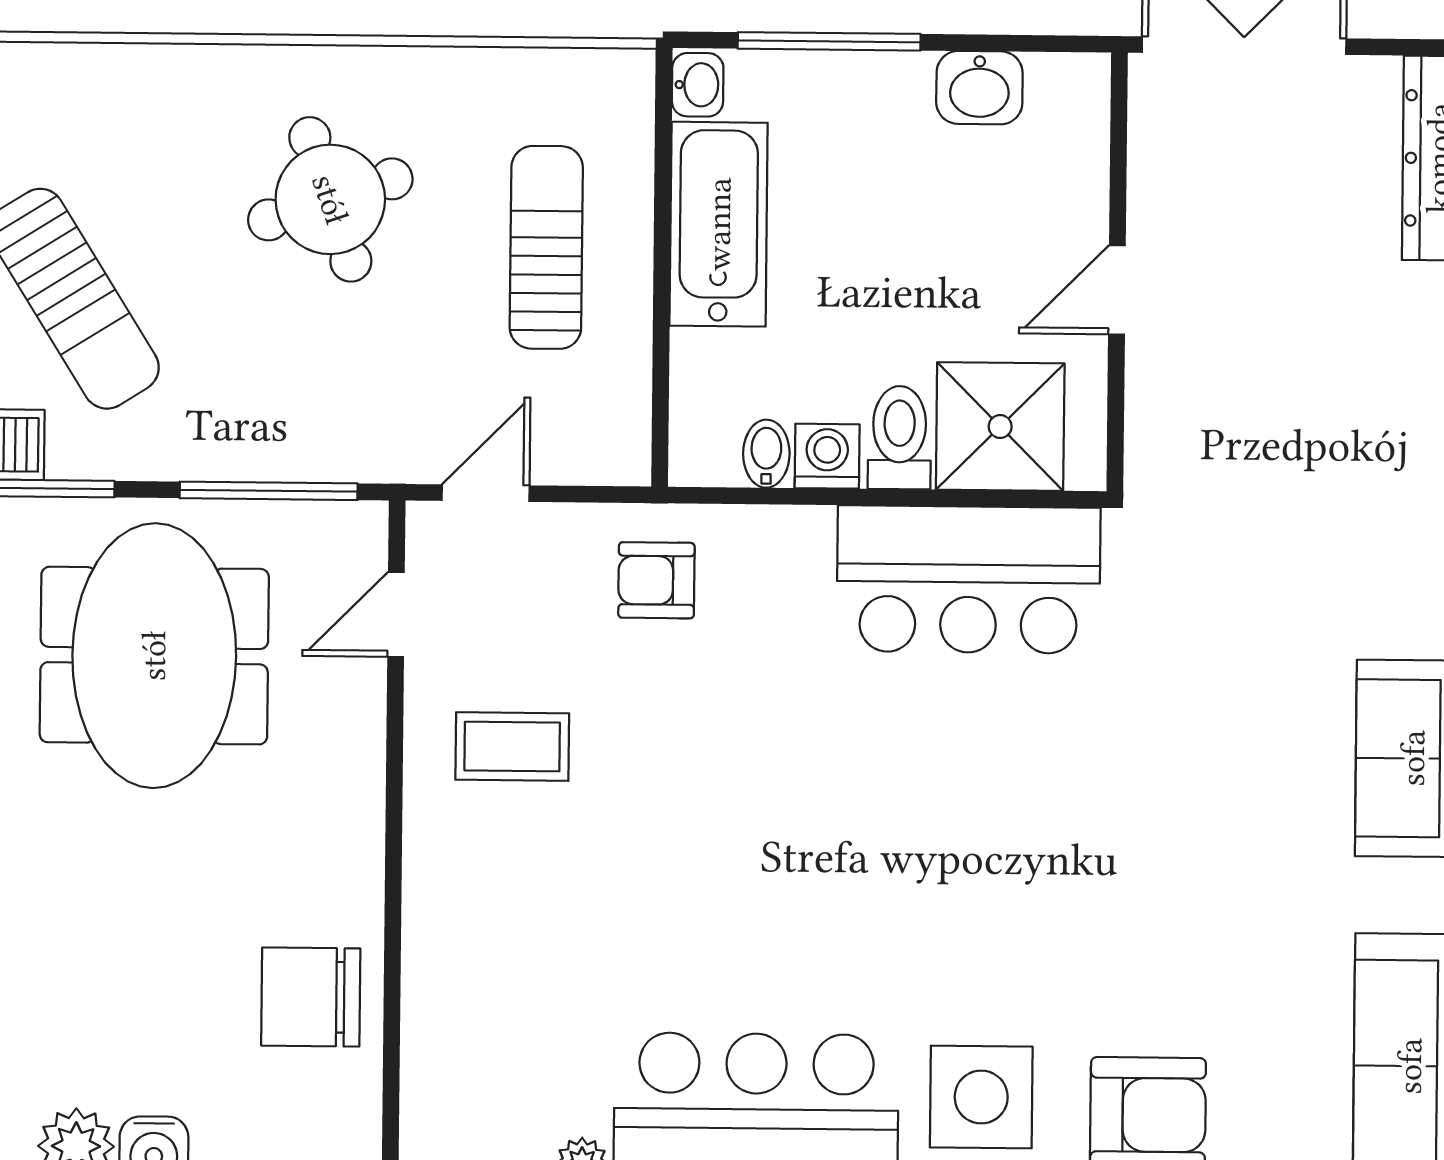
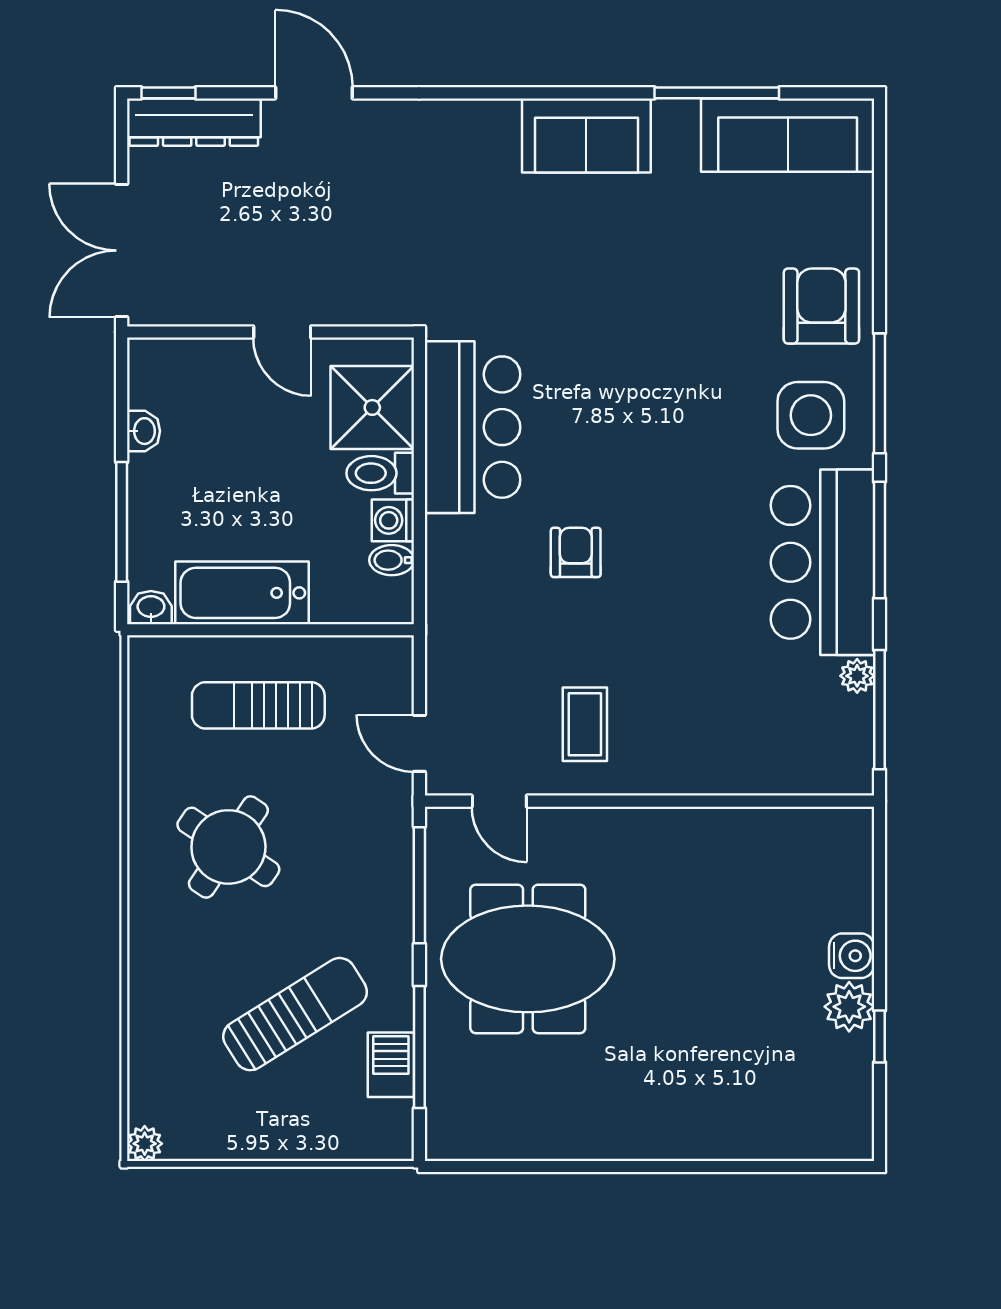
washbasin: (979, 88) -> (143, 431), width x0.72, depth x0.69
round table: (330, 199) -> (228, 847), turned -37
armchair: (656, 580) -> (576, 552), moved, turned 180
chair: (311, 997) -> (750, 854), removed

